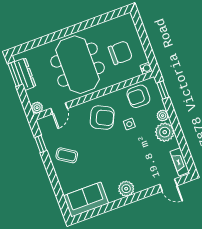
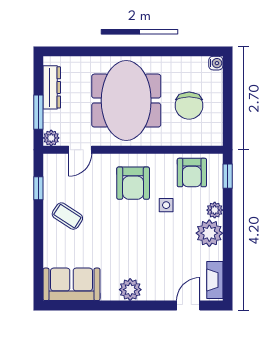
chair: (120, 53) -> (189, 106), turned 90
water cooler: (146, 68) -> (216, 63), moved
window: (15, 74) -> (38, 112), moved
armchair: (138, 96) -> (192, 173), turned -90
armchair: (102, 118) -> (133, 183), turned 64
door: (168, 185) -> (188, 305), swing flipped

